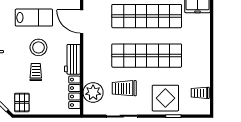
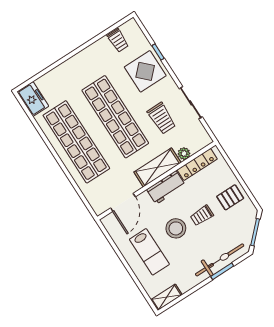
lab bench: (34, 18) -> (149, 252), turned 180
shelving: (91, 62) -> (157, 167), added
plant: (93, 93) -> (184, 154), width x0.53, depth x0.53
pallet: (22, 102) -> (230, 197), moved

